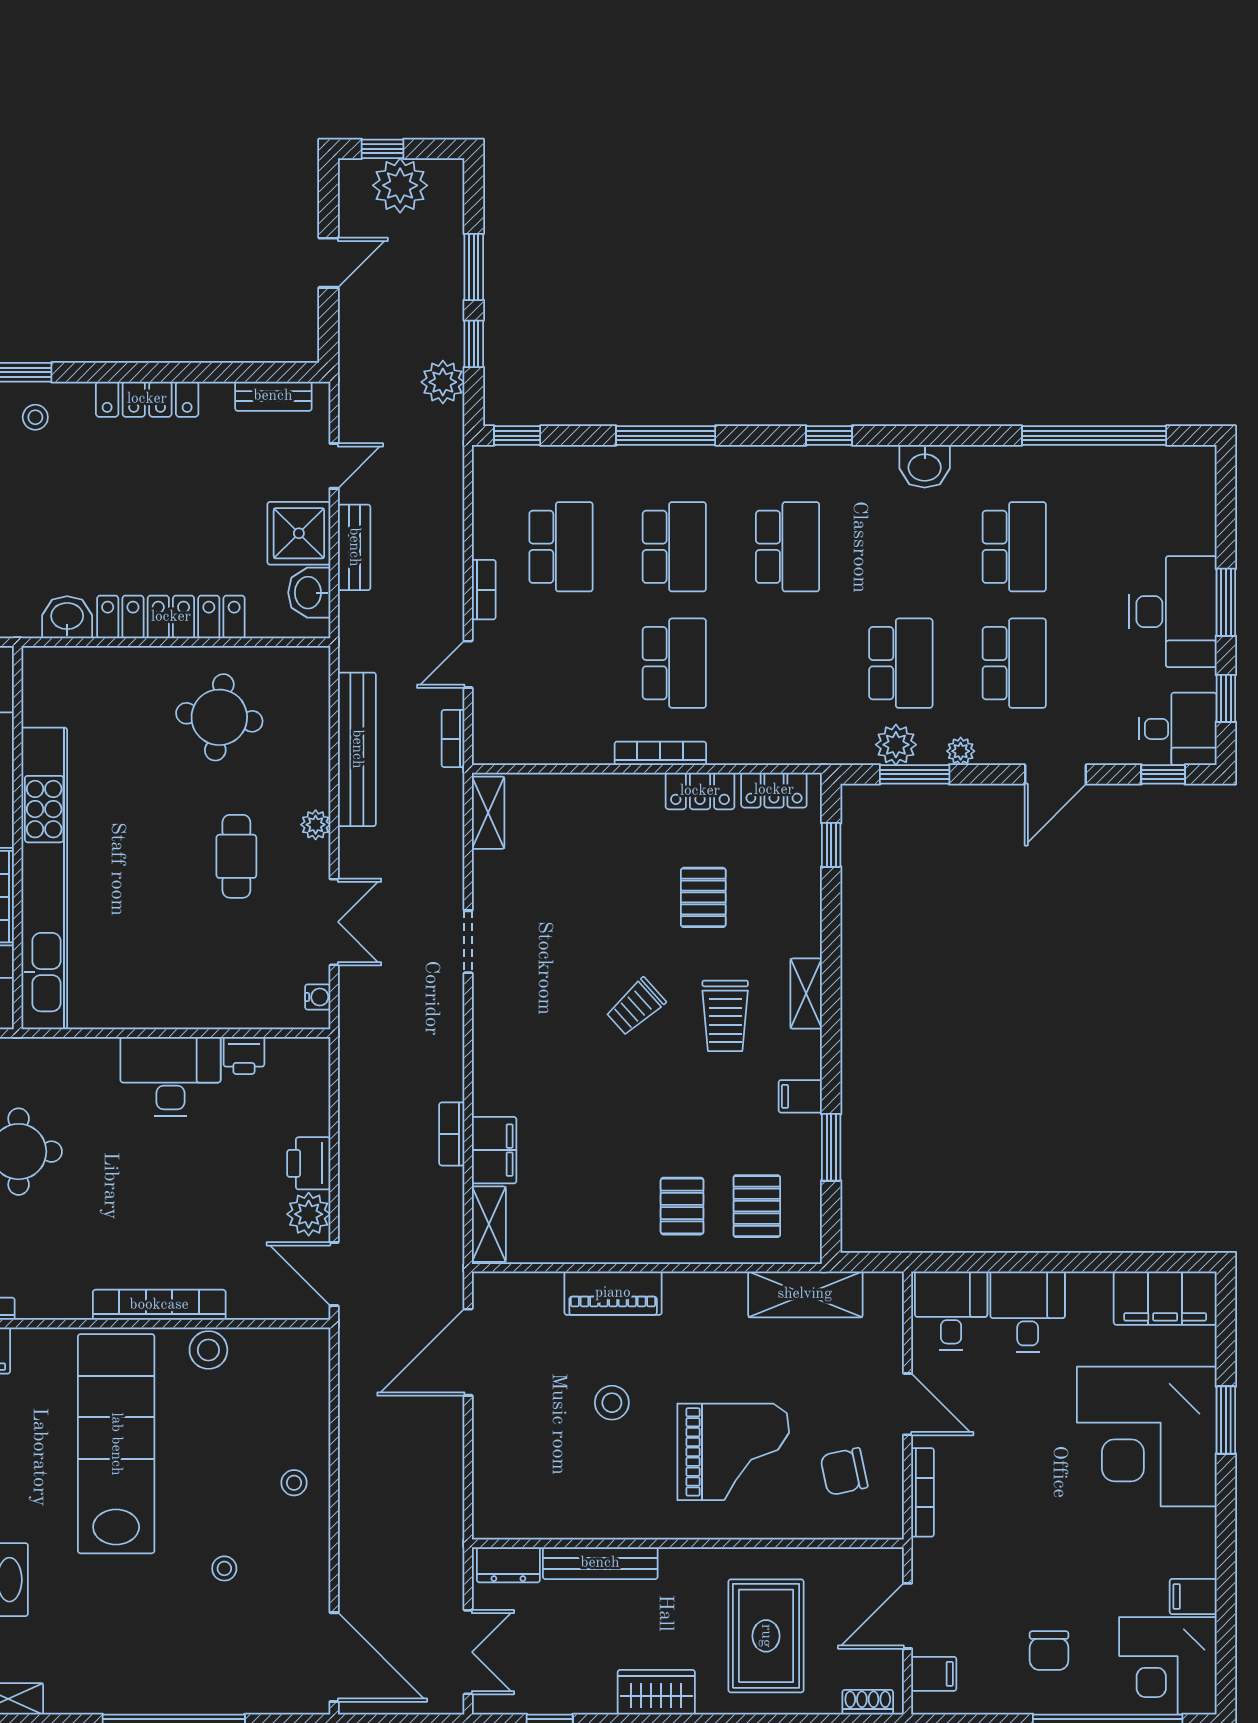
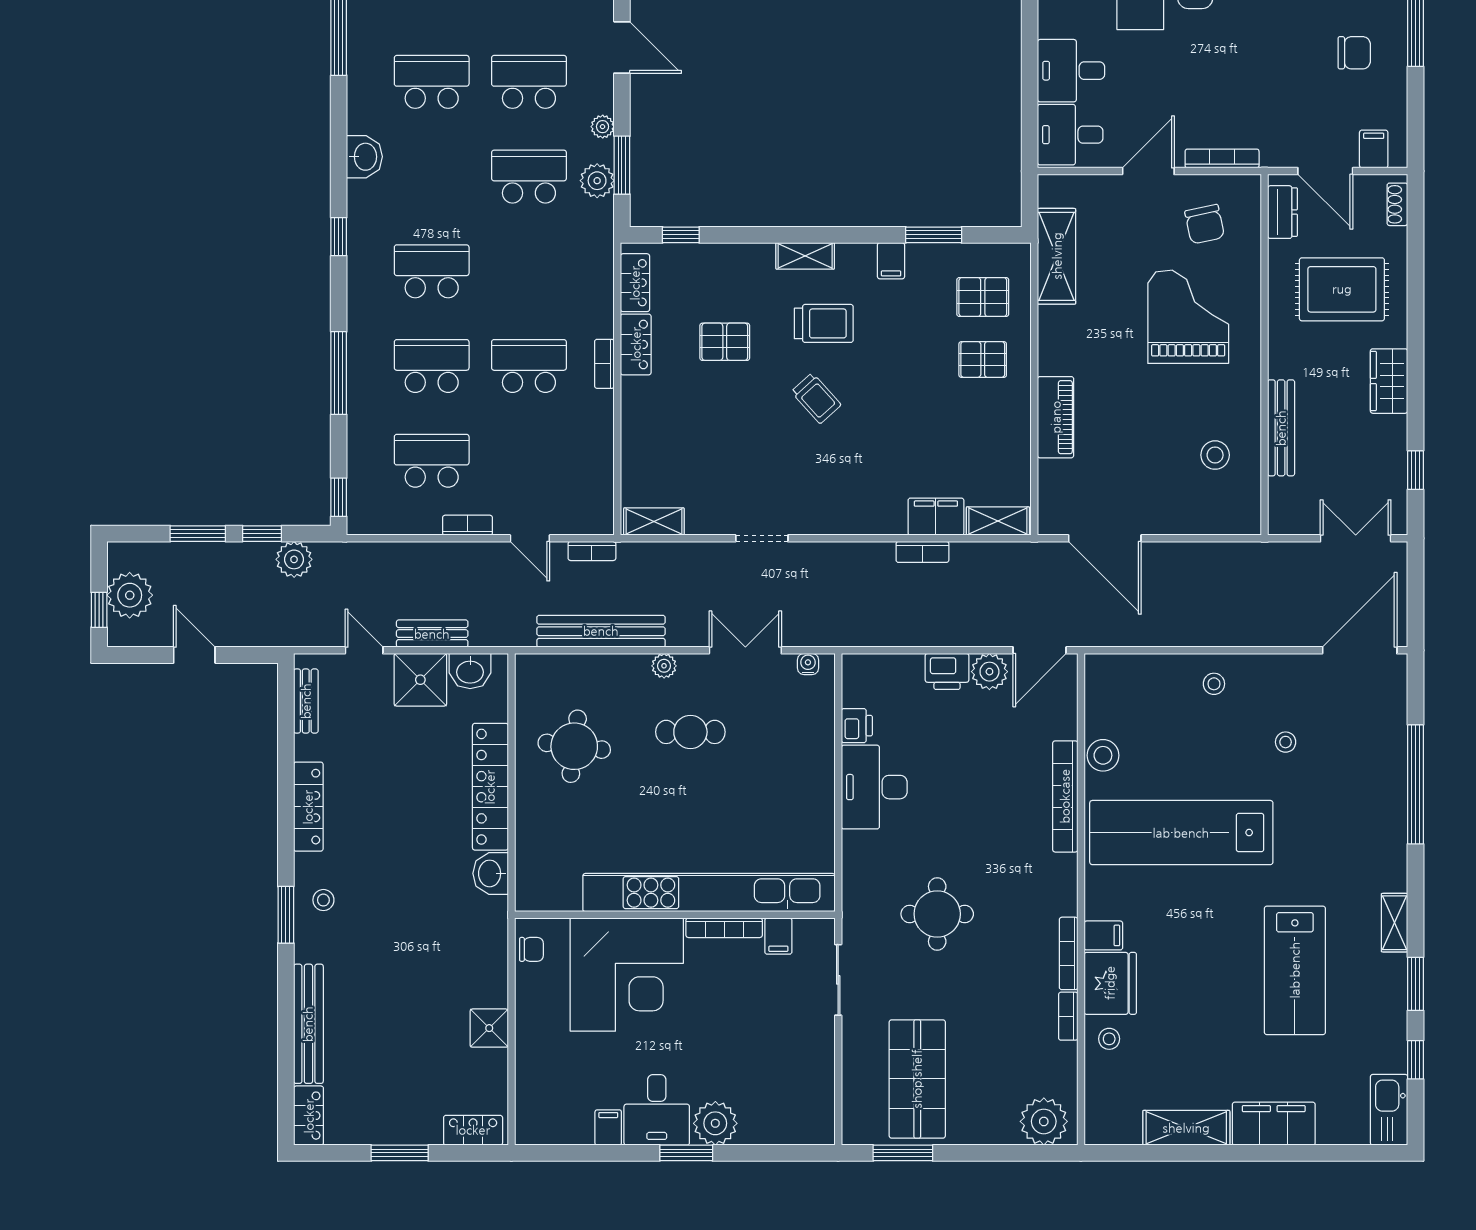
bookcase: (660, 753) -> (604, 364), width x0.64
stool: (612, 1403) -> (1215, 455), moved
dresser: (508, 1565) -> (1282, 212), moved

